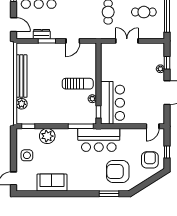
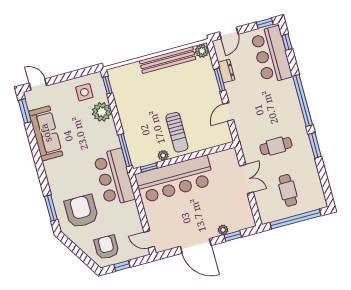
door: (73, 41) -> (228, 112), hinge flipped
bar counter: (113, 103) -> (175, 179), width x1.36
plant: (22, 104) -> (202, 51), moved
side table: (27, 155) -> (84, 92), moved
armchair: (150, 160) -> (107, 247), turned -90
sofa: (52, 183) -> (46, 133), width x1.36
window: (31, 194) -> (25, 111), added

